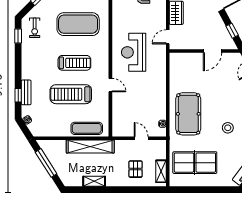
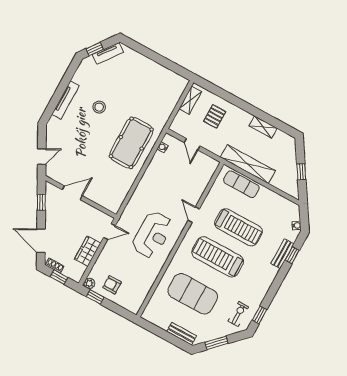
treadmill: (74, 63) -> (218, 257), width x1.37, depth x1.38
window: (46, 163) -> (301, 172), width x0.46
table tennis table: (195, 163) -> (151, 90), removed

